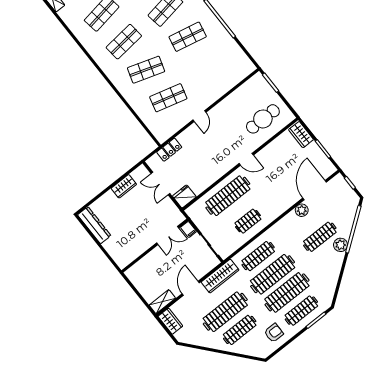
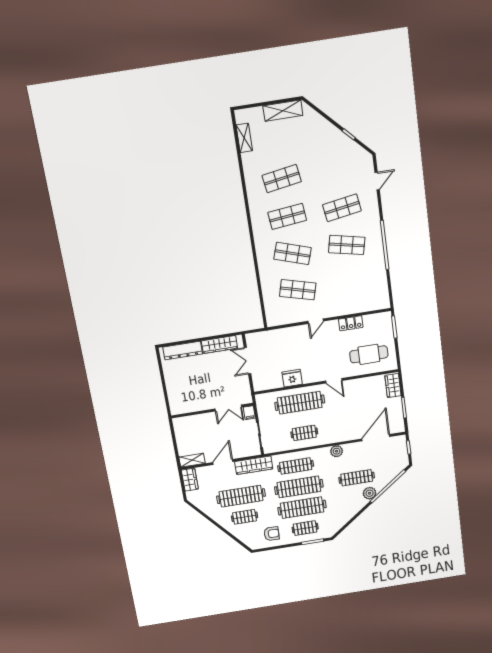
locker: (169, 150) -> (351, 323), moved
wardrobe: (124, 186) -> (219, 345), width x1.50
fridge: (184, 196) -> (292, 378), moved
plant: (302, 210) -> (336, 451), moved
dresser: (94, 225) -> (183, 350), moved, turned 90
clothes rail: (301, 311) -> (305, 528), width x0.73
clothes rail: (240, 330) -> (245, 517), width x0.73

